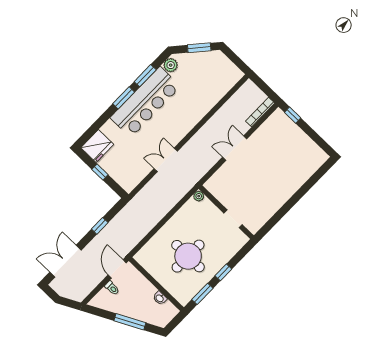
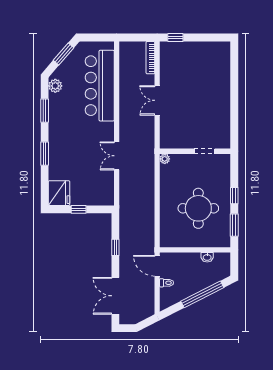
window: (124, 98) -> (45, 154), moved
bar counter: (145, 102) -> (100, 86), moved, turned 180
window: (130, 322) -> (202, 294), width x1.46

